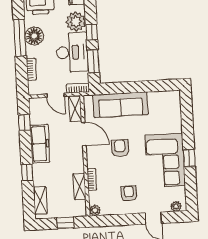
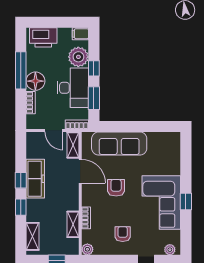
floor lamp: (34, 36) -> (35, 81), moved
window: (24, 122) -> (21, 180), moved

